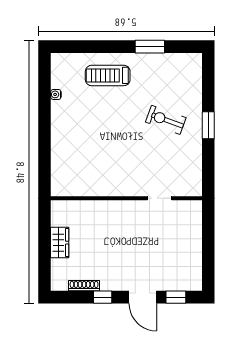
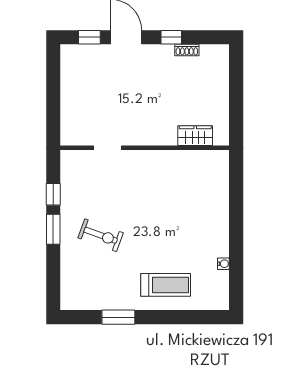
window: (208, 157) -> (53, 194), added
wardrobe: (60, 243) -> (195, 136), moved, turned 90
shoe rack: (84, 286) -> (187, 50), width x0.70

